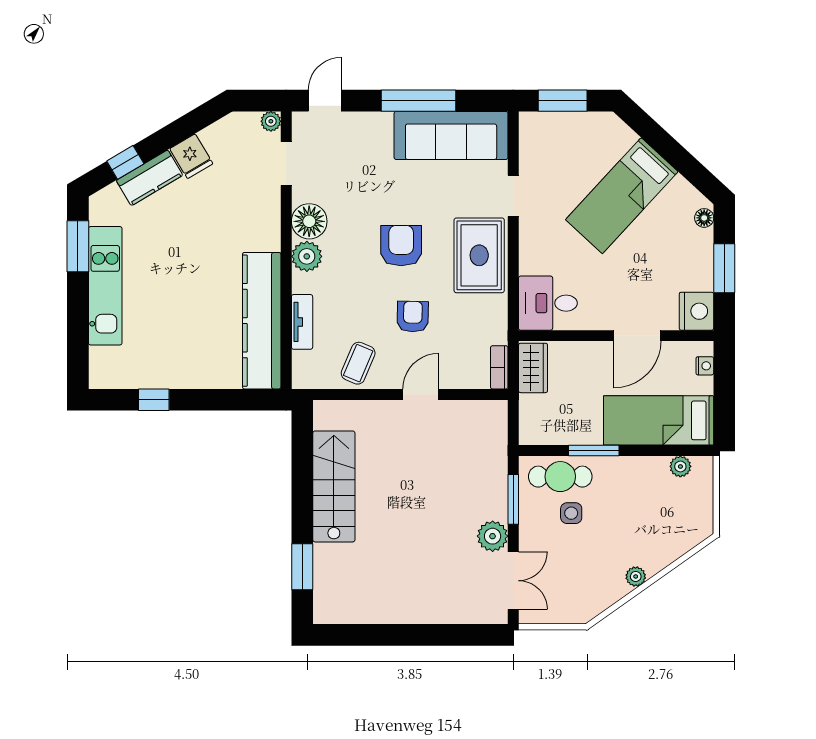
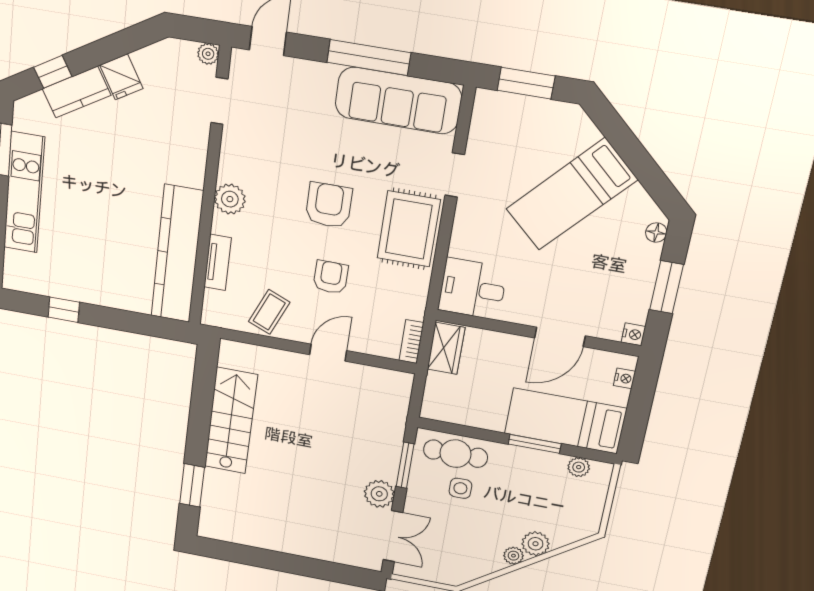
floor lamp: (309, 221) -> (237, 164), removed
nightstand: (696, 311) -> (633, 334), width x0.53, depth x0.56
window: (594, 451) -> (535, 444), moved
plant: (655, 558) -> (535, 544), added

